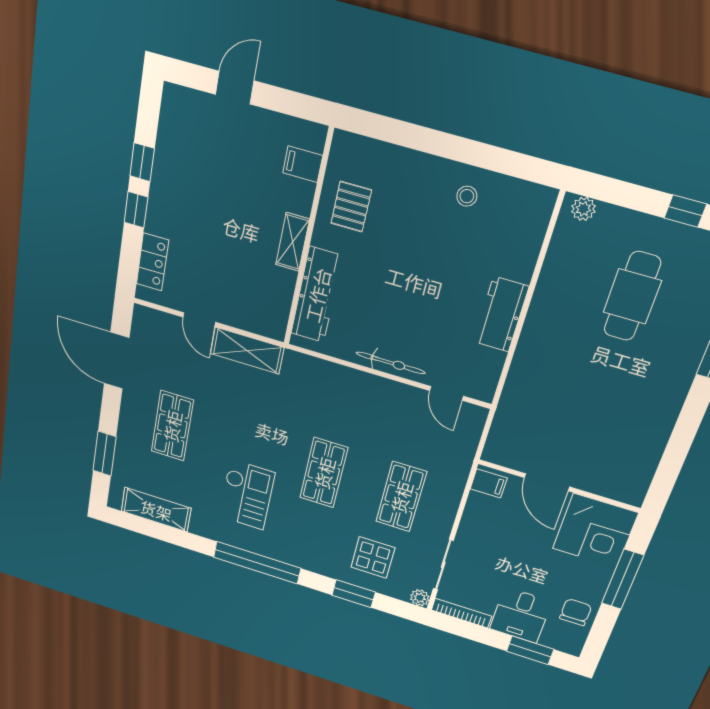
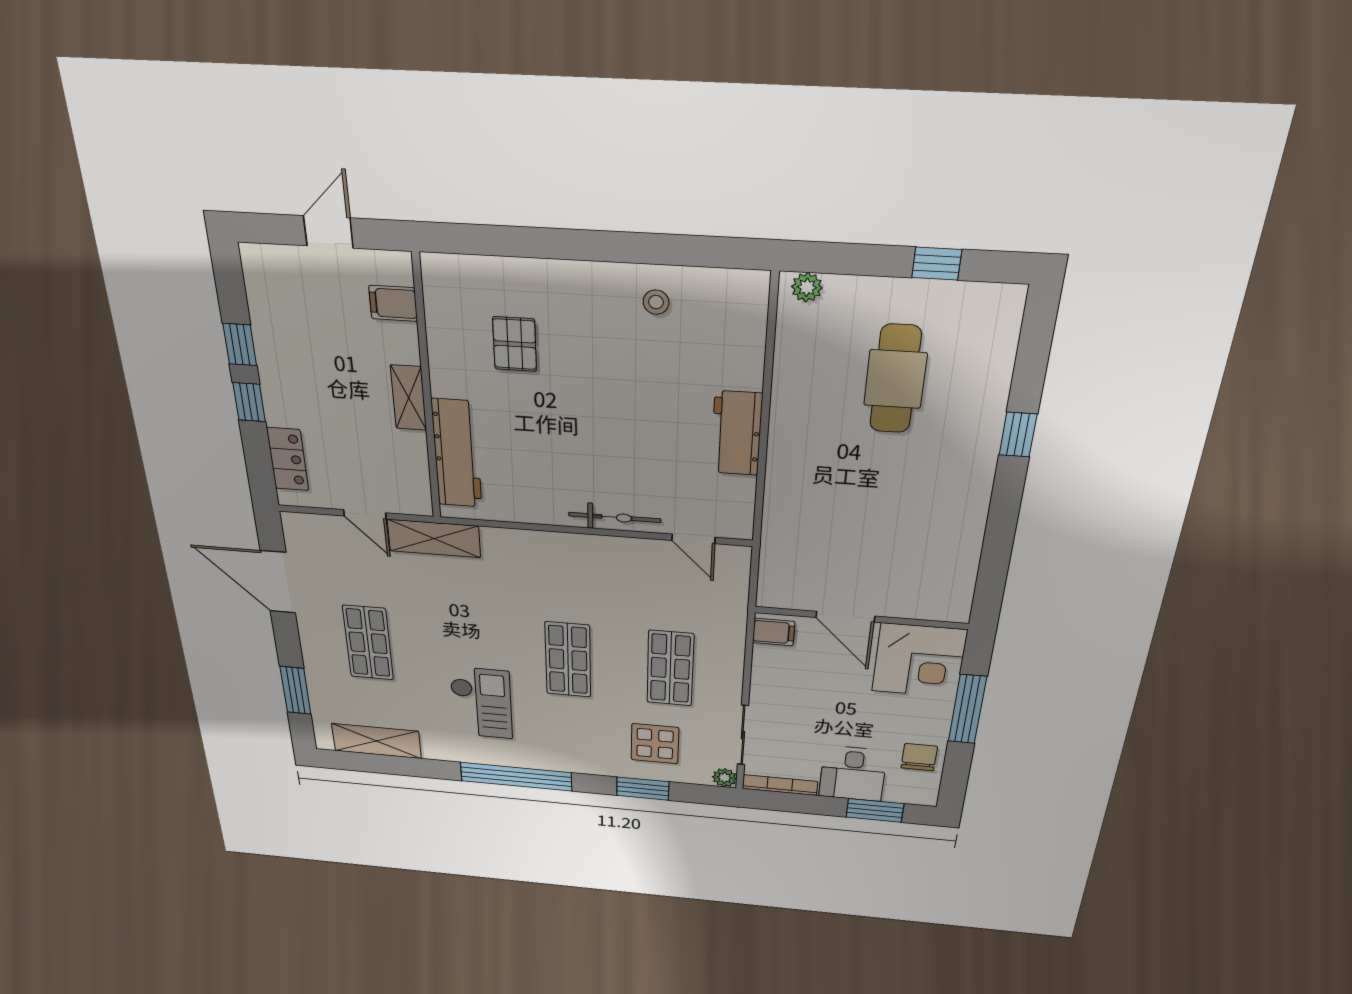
filing cabinet: (303, 164) -> (393, 303), moved
wall: (308, 240) -> (427, 392), moved
shelving: (293, 242) -> (409, 398), moved
workbench: (317, 295) -> (457, 454), moved

